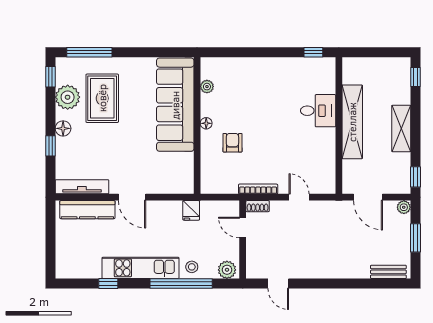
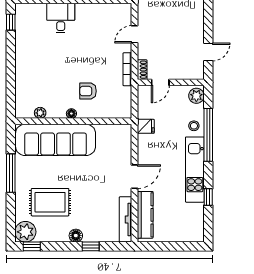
window: (89, 52) -> (11, 173), moved
plant: (68, 97) -> (25, 232), moved

